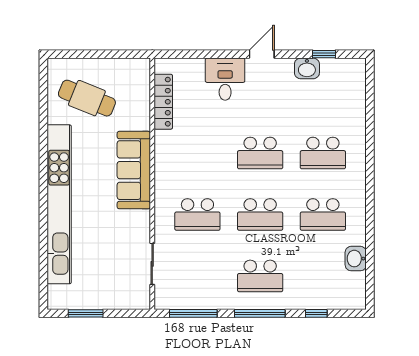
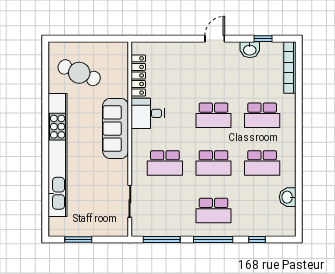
desk: (225, 79) -> (148, 113), moved, turned -90
bookcase: (359, 91) -> (290, 68), added

